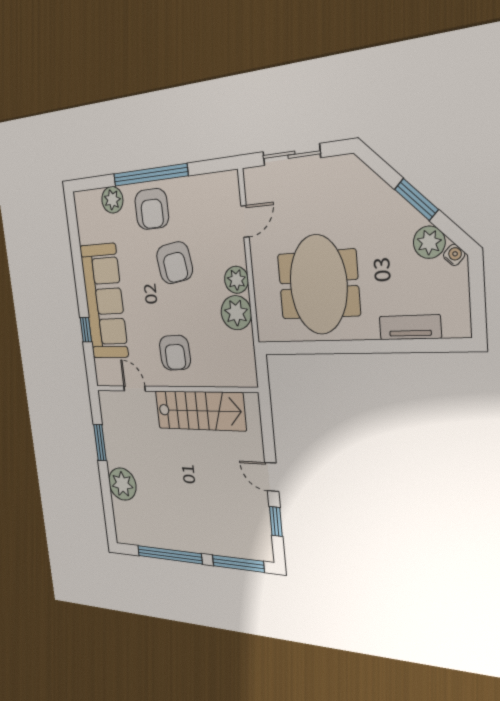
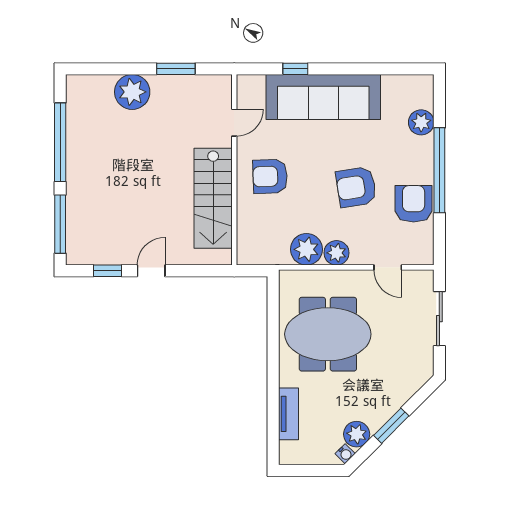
armchair: (152, 209) -> (414, 204), moved, turned 90

